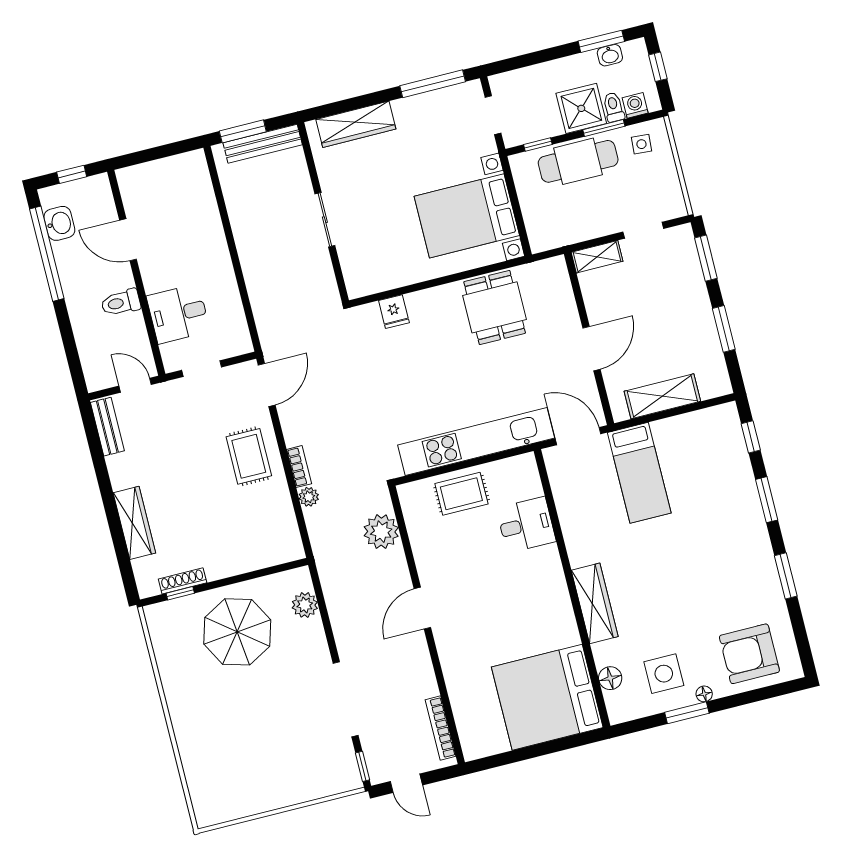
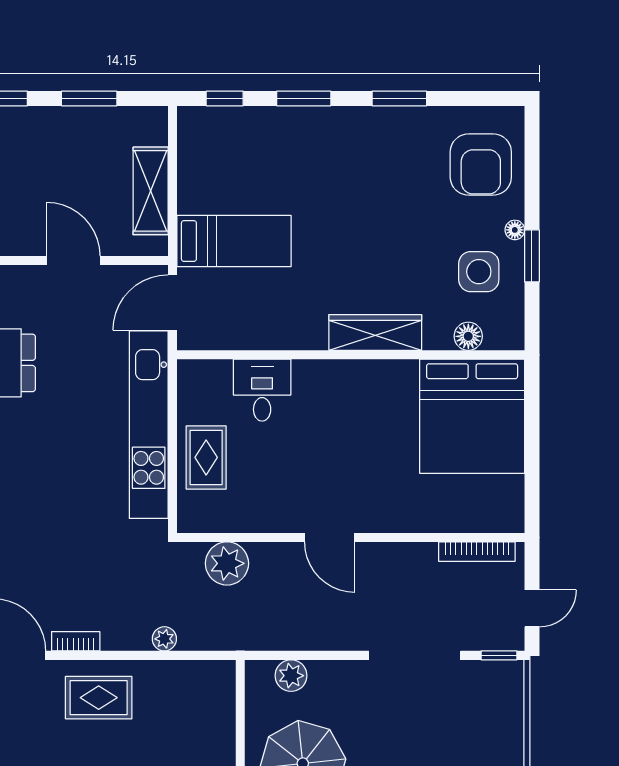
bookcase: (299, 467) -> (76, 641), moved

